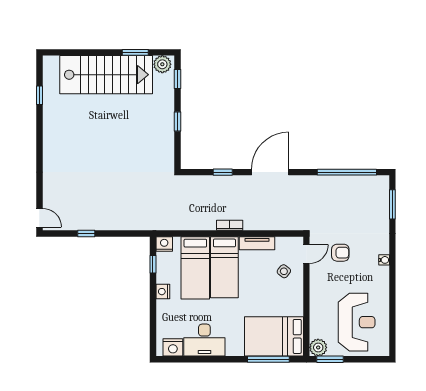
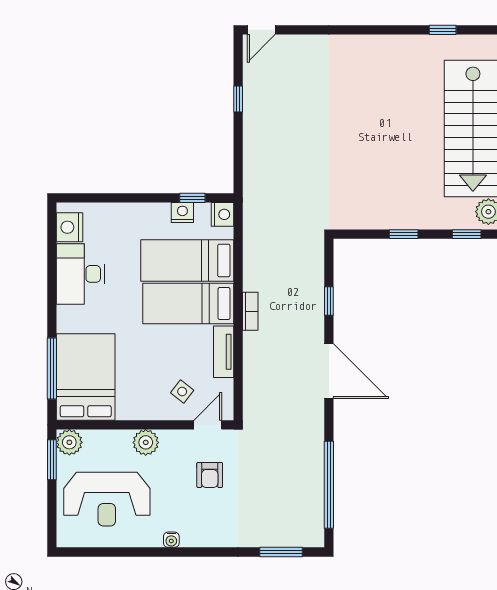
door: (306, 254) -> (208, 425), swing flipped
water cooler: (384, 260) -> (171, 540), moved
nightstand: (163, 292) -> (182, 213), moved
plant: (318, 296) -> (146, 442), added

